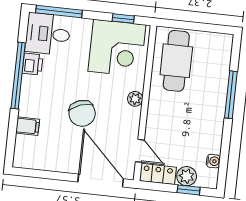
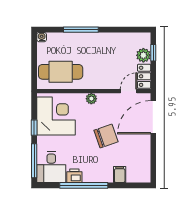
window: (123, 18) -> (34, 128), moved
water cooler: (213, 161) -> (42, 37), moved

